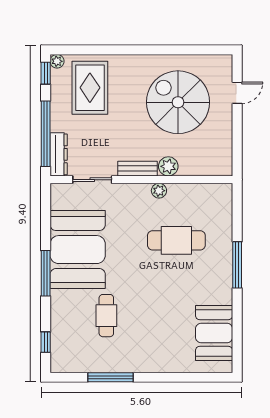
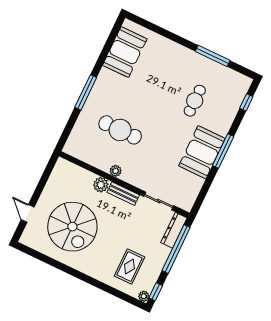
rug: (90, 88) -> (129, 266), width x0.73, depth x0.70
door: (237, 93) -> (28, 213), hinge flipped
booth: (78, 250) -> (202, 152), width x0.73, depth x0.70

